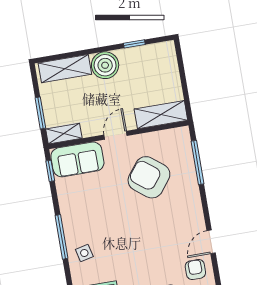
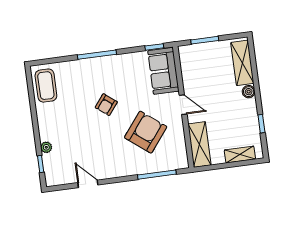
boiler: (105, 65) -> (249, 92), width x0.54, depth x0.54
shelving: (64, 134) -> (240, 155), moved, turned 90
side table: (84, 253) -> (82, 74), removed
armchair: (195, 270) -> (106, 105), moved, turned 128

